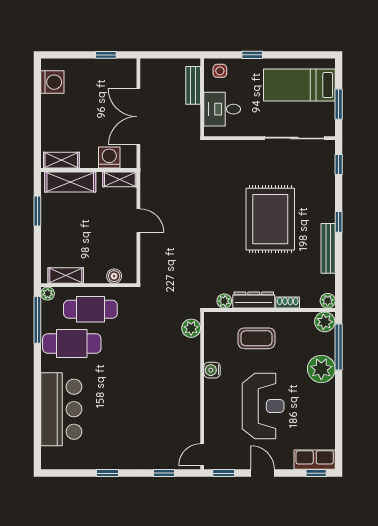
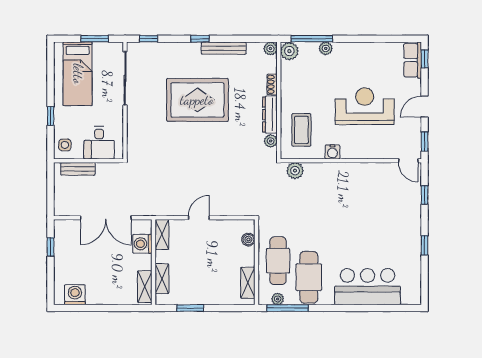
shelving: (70, 182) -> (162, 279), width x0.67, depth x0.75
plant: (48, 294) -> (278, 299), moved
coffee table: (257, 338) -> (301, 130), moved
plant: (321, 369) -> (326, 48), width x0.53, depth x0.53

